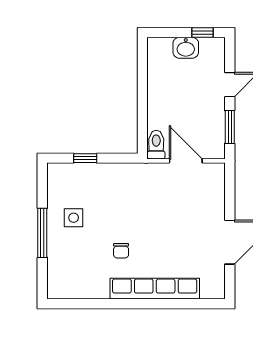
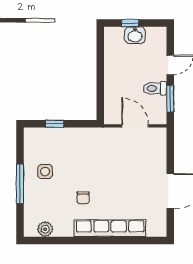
window: (203, 33) -> (130, 23), moved
toilet: (156, 145) -> (155, 88), moved, turned -90
plant: (74, 290) -> (45, 229), added

